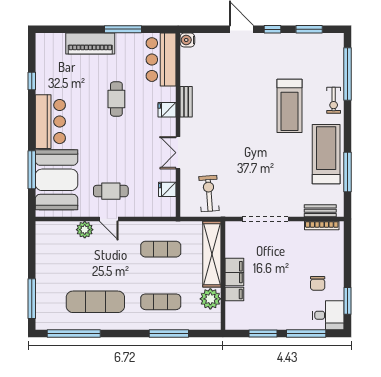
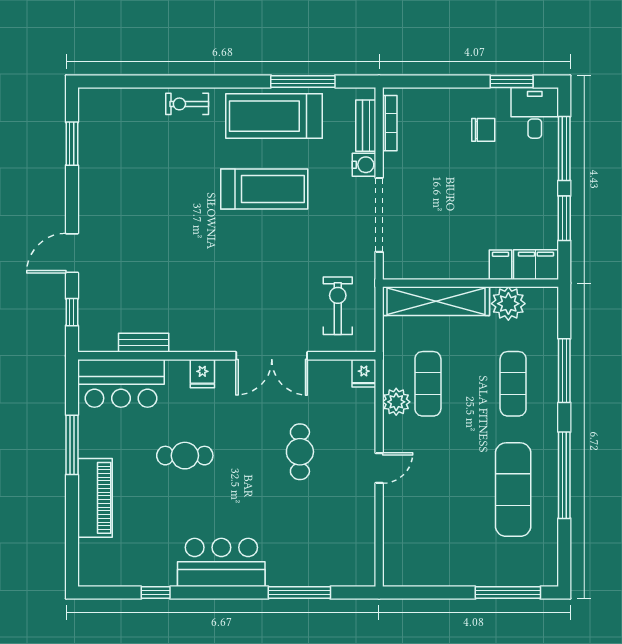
window: (272, 29) -> (72, 312), moved
water cooler: (187, 40) -> (364, 165), moved, turned -90
window: (348, 74) -> (144, 81), removed
exercise bike: (334, 100) -> (187, 104), turned 180
bench: (186, 102) -> (144, 343), moved
treadmill: (290, 106) -> (264, 189), moved
double door: (178, 153) -> (272, 356), width x1.37
booth: (56, 180) -> (316, 553), removed
fridge: (167, 189) -> (364, 373), moved
cafe table: (111, 191) -> (300, 452), moved
exercise bike: (209, 193) -> (338, 306), turned 94
plant: (85, 230) -> (396, 402), moved
filing cabinet: (234, 272) -> (536, 265), moved
window: (74, 333) -> (564, 475), moved

